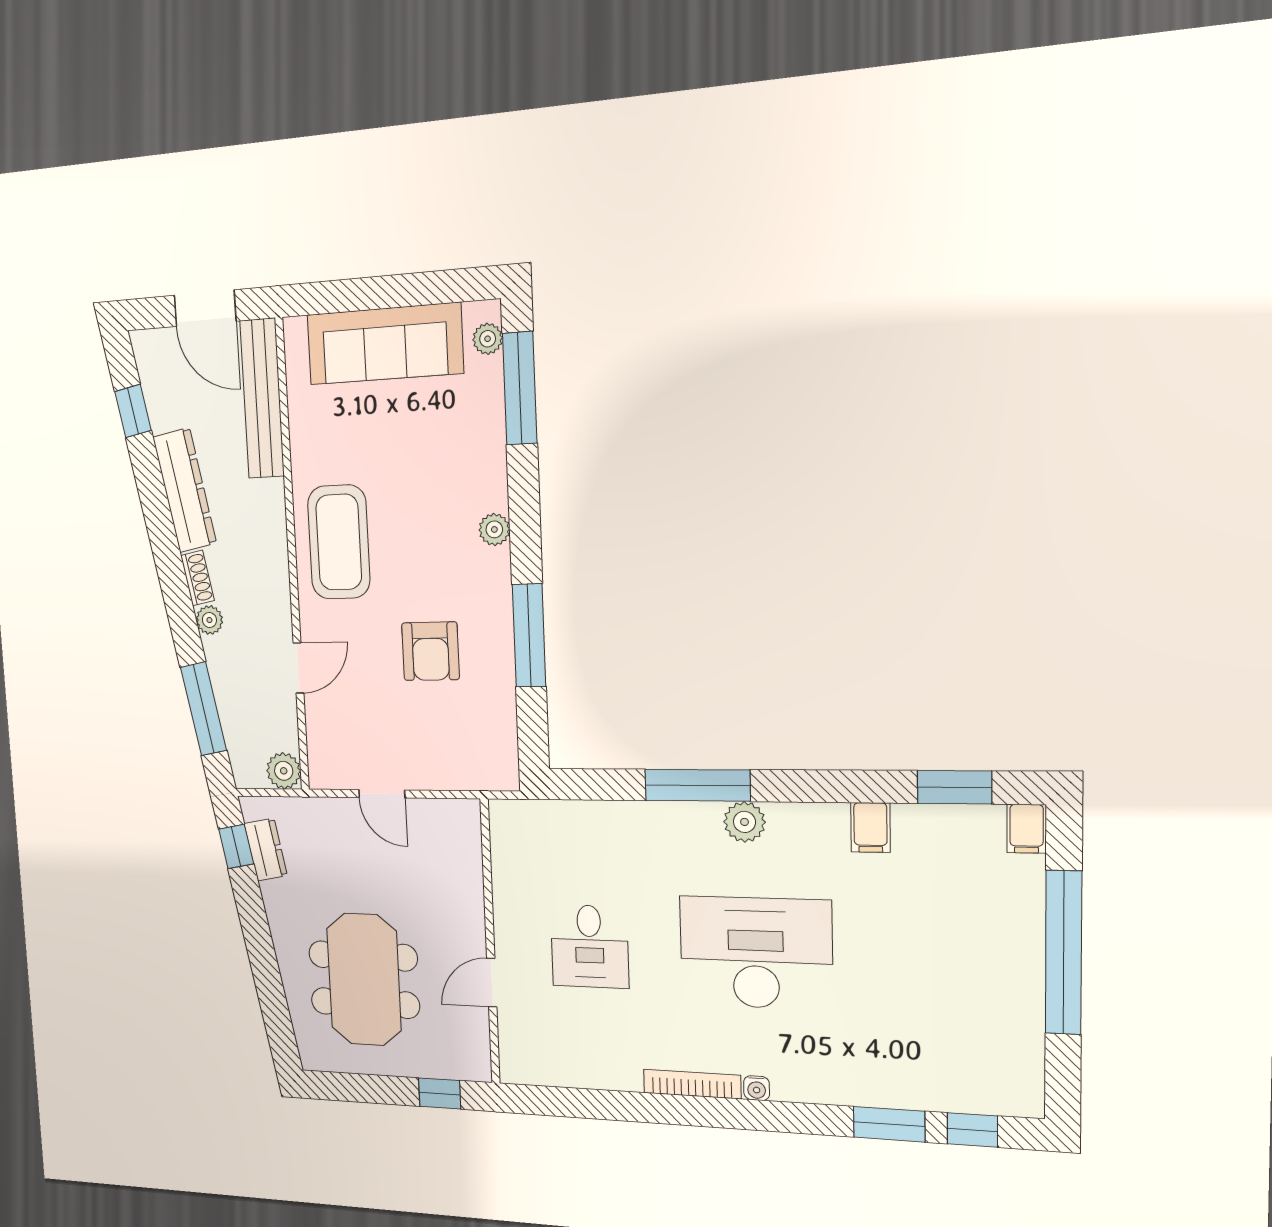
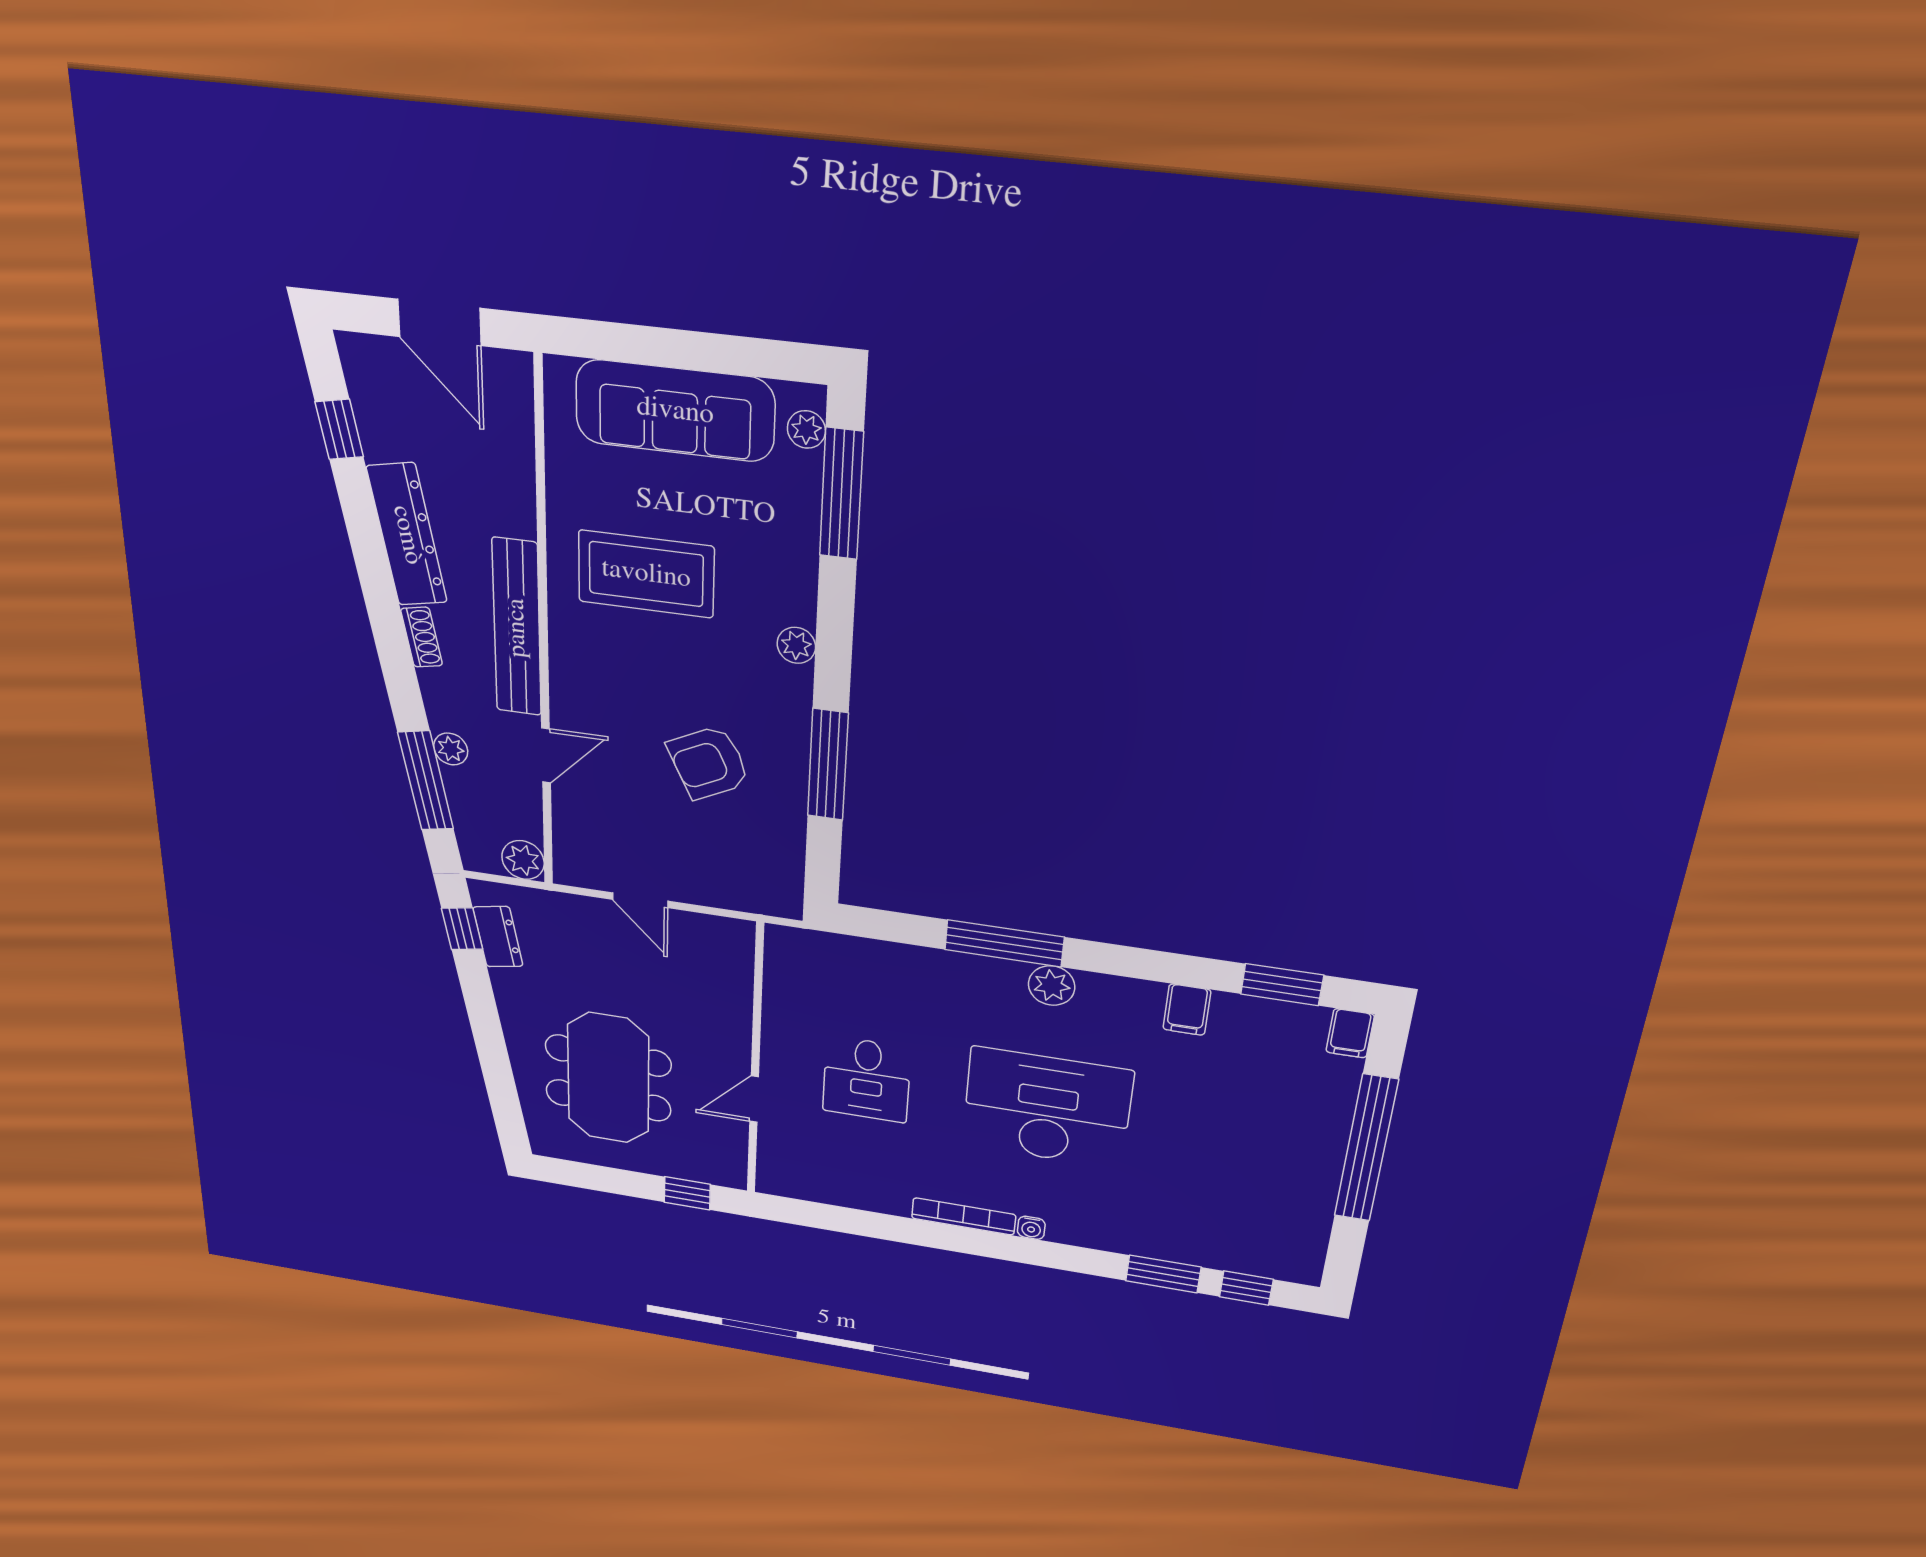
bench: (262, 399) -> (517, 628), moved
coffee table: (339, 542) -> (646, 574), moved, turned 90
plant: (209, 620) -> (451, 749), moved
armchair: (430, 651) -> (709, 763), turned 64

